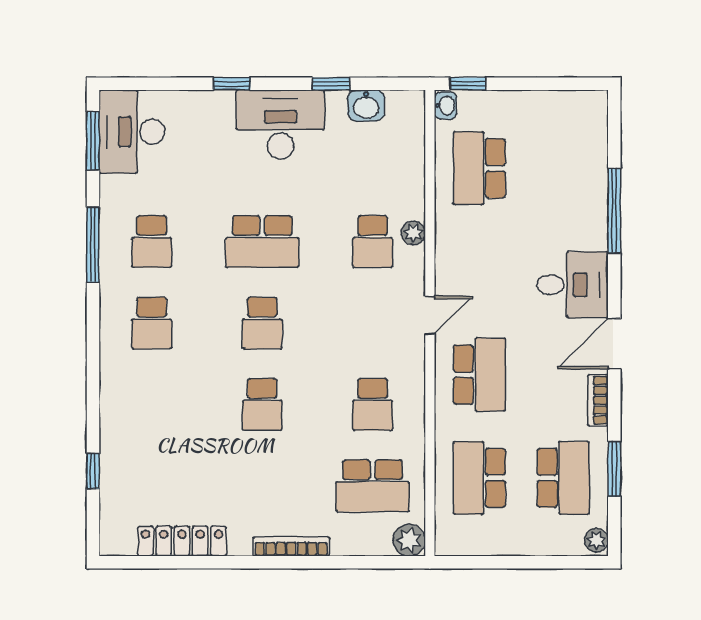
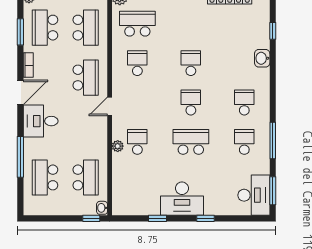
washbasin: (366, 105) -> (262, 58), moved, turned -90
school desk: (563, 168) -> (45, 177), added
school desk: (479, 375) -> (86, 78), turned 180

